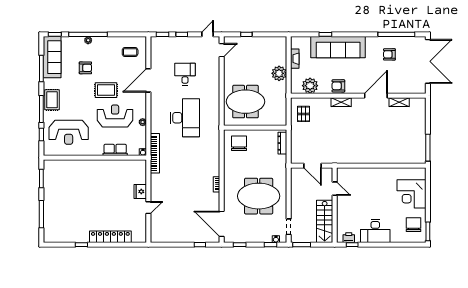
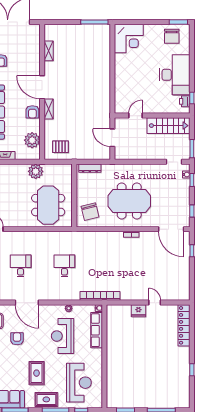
armchair: (85, 68) -> (17, 339), moved
plant: (279, 73) -> (36, 171), moved
desk: (185, 74) -> (21, 266), turned 90
rug: (106, 90) -> (37, 373), moved
door: (376, 96) -> (42, 87), moved
desk: (185, 118) -> (64, 266), width x0.53, depth x0.77
chair: (239, 143) -> (90, 212), turned -104
row of seats: (115, 150) -> (97, 330), width x1.48
door: (312, 166) -> (112, 138), swing flipped
corner desk: (411, 194) -> (129, 38), moved
meeting table: (259, 196) -> (129, 201), moved, turned 90
door: (222, 224) -> (171, 229), hinge flipped
chair: (414, 225) -> (172, 36), turned -90
desk: (375, 231) -> (175, 75), width x1.36, depth x1.30
locker: (110, 237) -> (184, 325), moved

